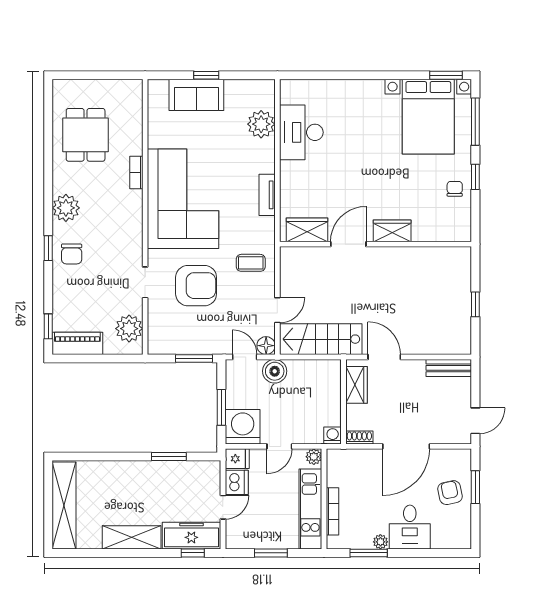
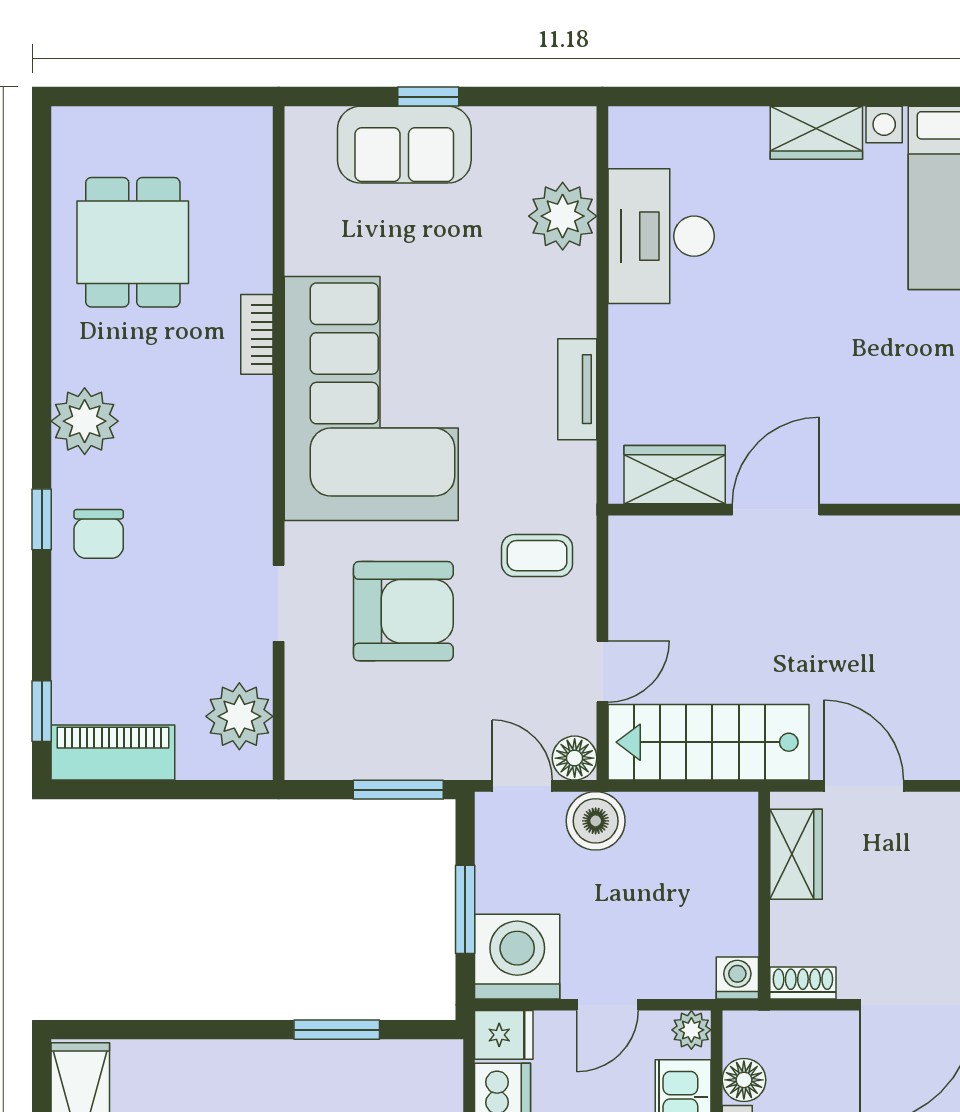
wardrobe: (392, 231) -> (816, 133), moved, turned 180
floor lamp: (335, 477) -> (744, 1080), added

